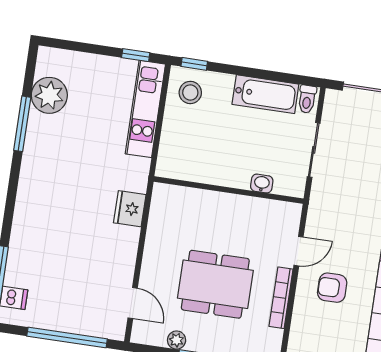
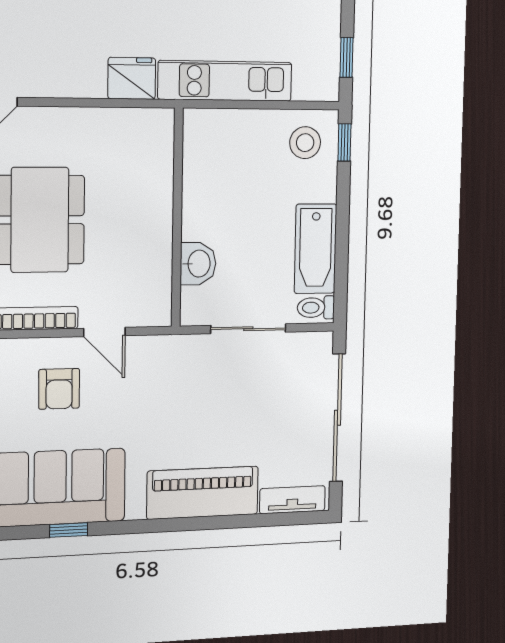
kitchen unit: (145, 109) -> (225, 81), moved
washbasin: (262, 184) -> (198, 264), width x1.38, depth x1.45
armchair: (332, 288) -> (59, 389), turned 180

